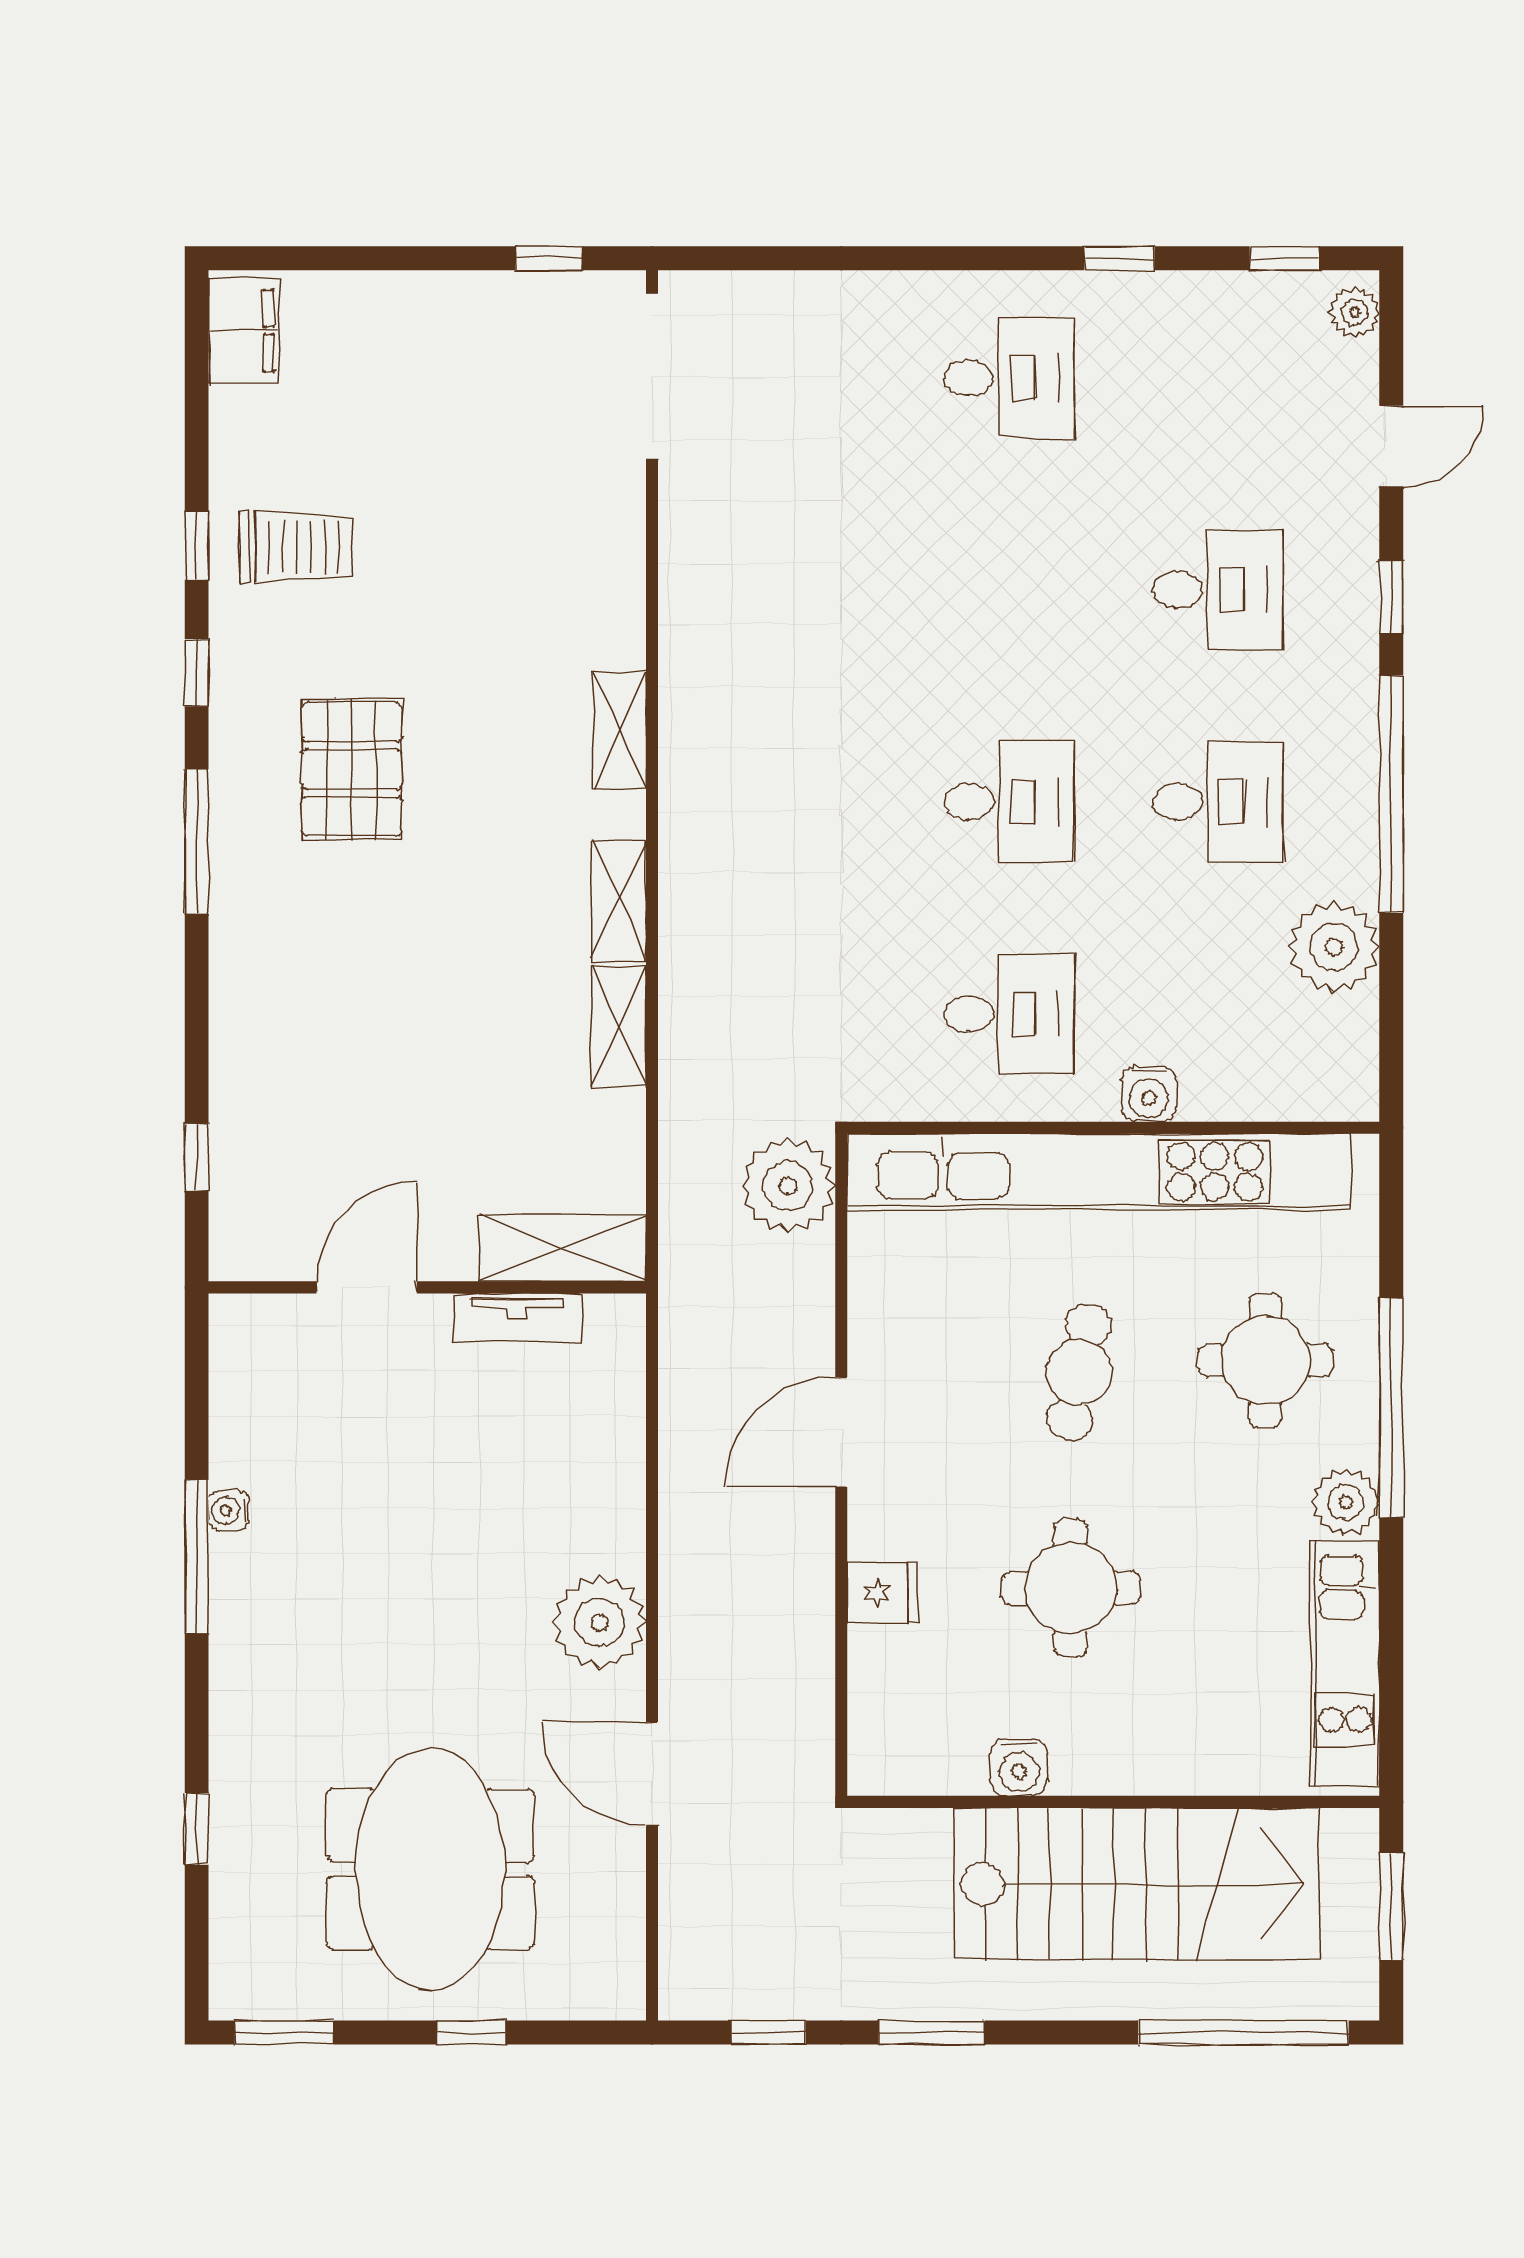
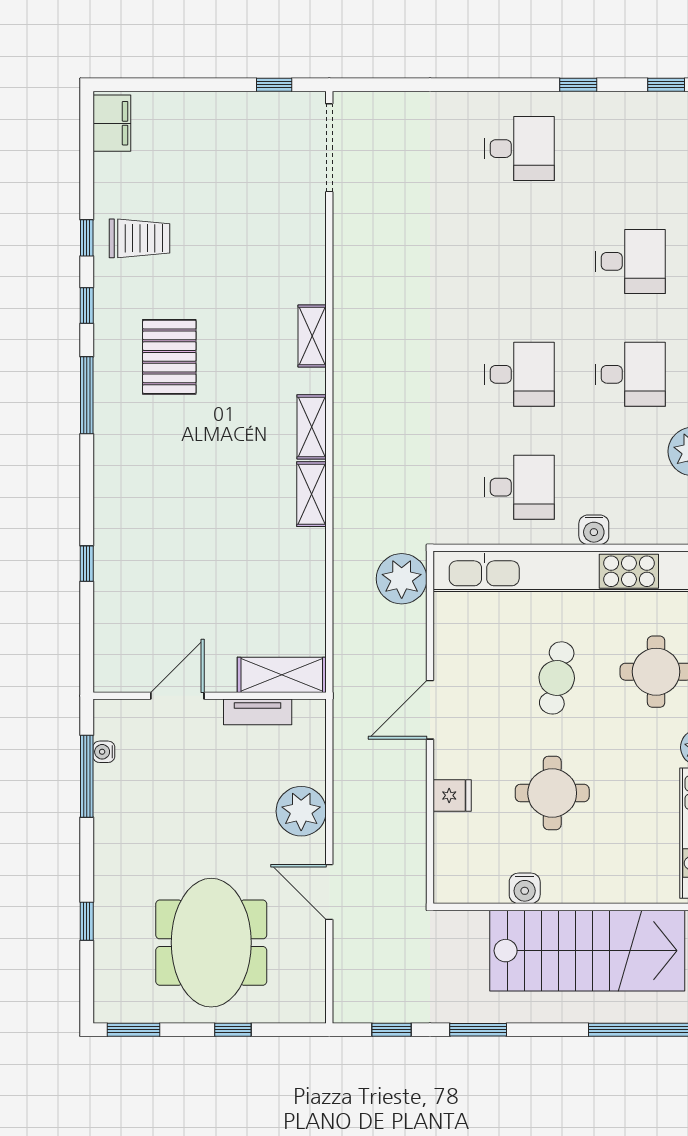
shelving: (563, 1248) -> (282, 675), moved
door: (367, 1287) -> (177, 696), moved
wall: (427, 1287) -> (210, 696), moved
tv unit: (517, 1318) -> (258, 712), moved

